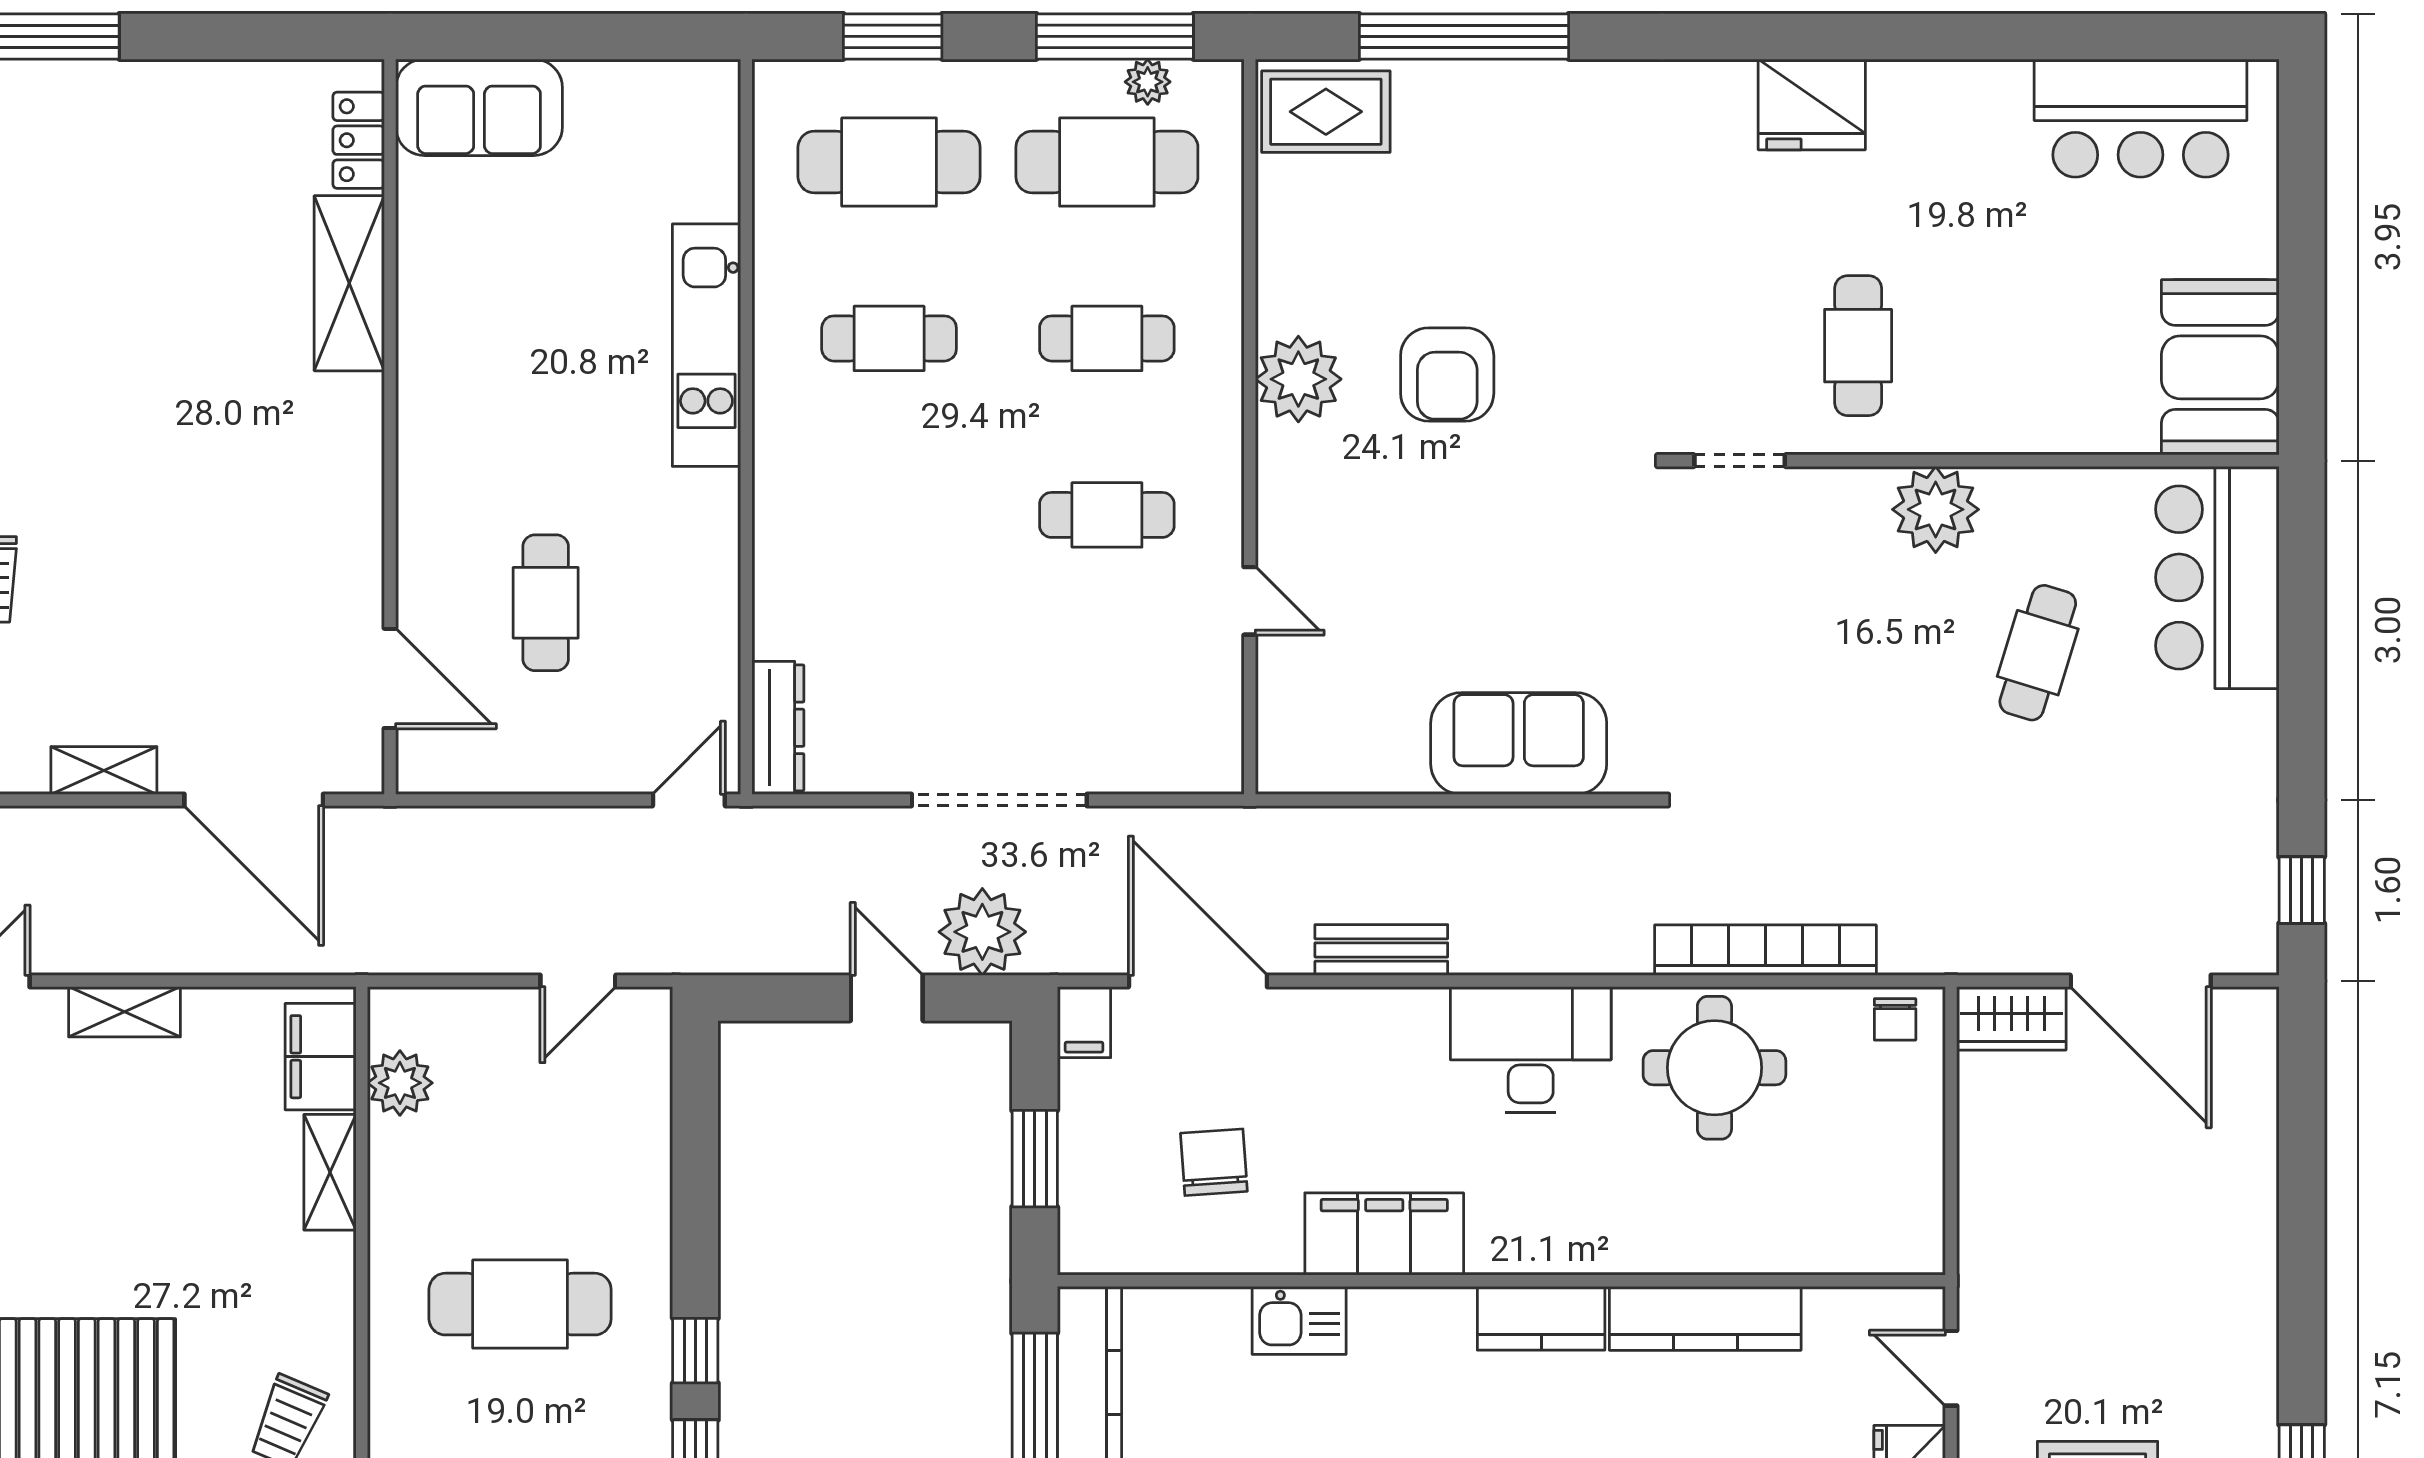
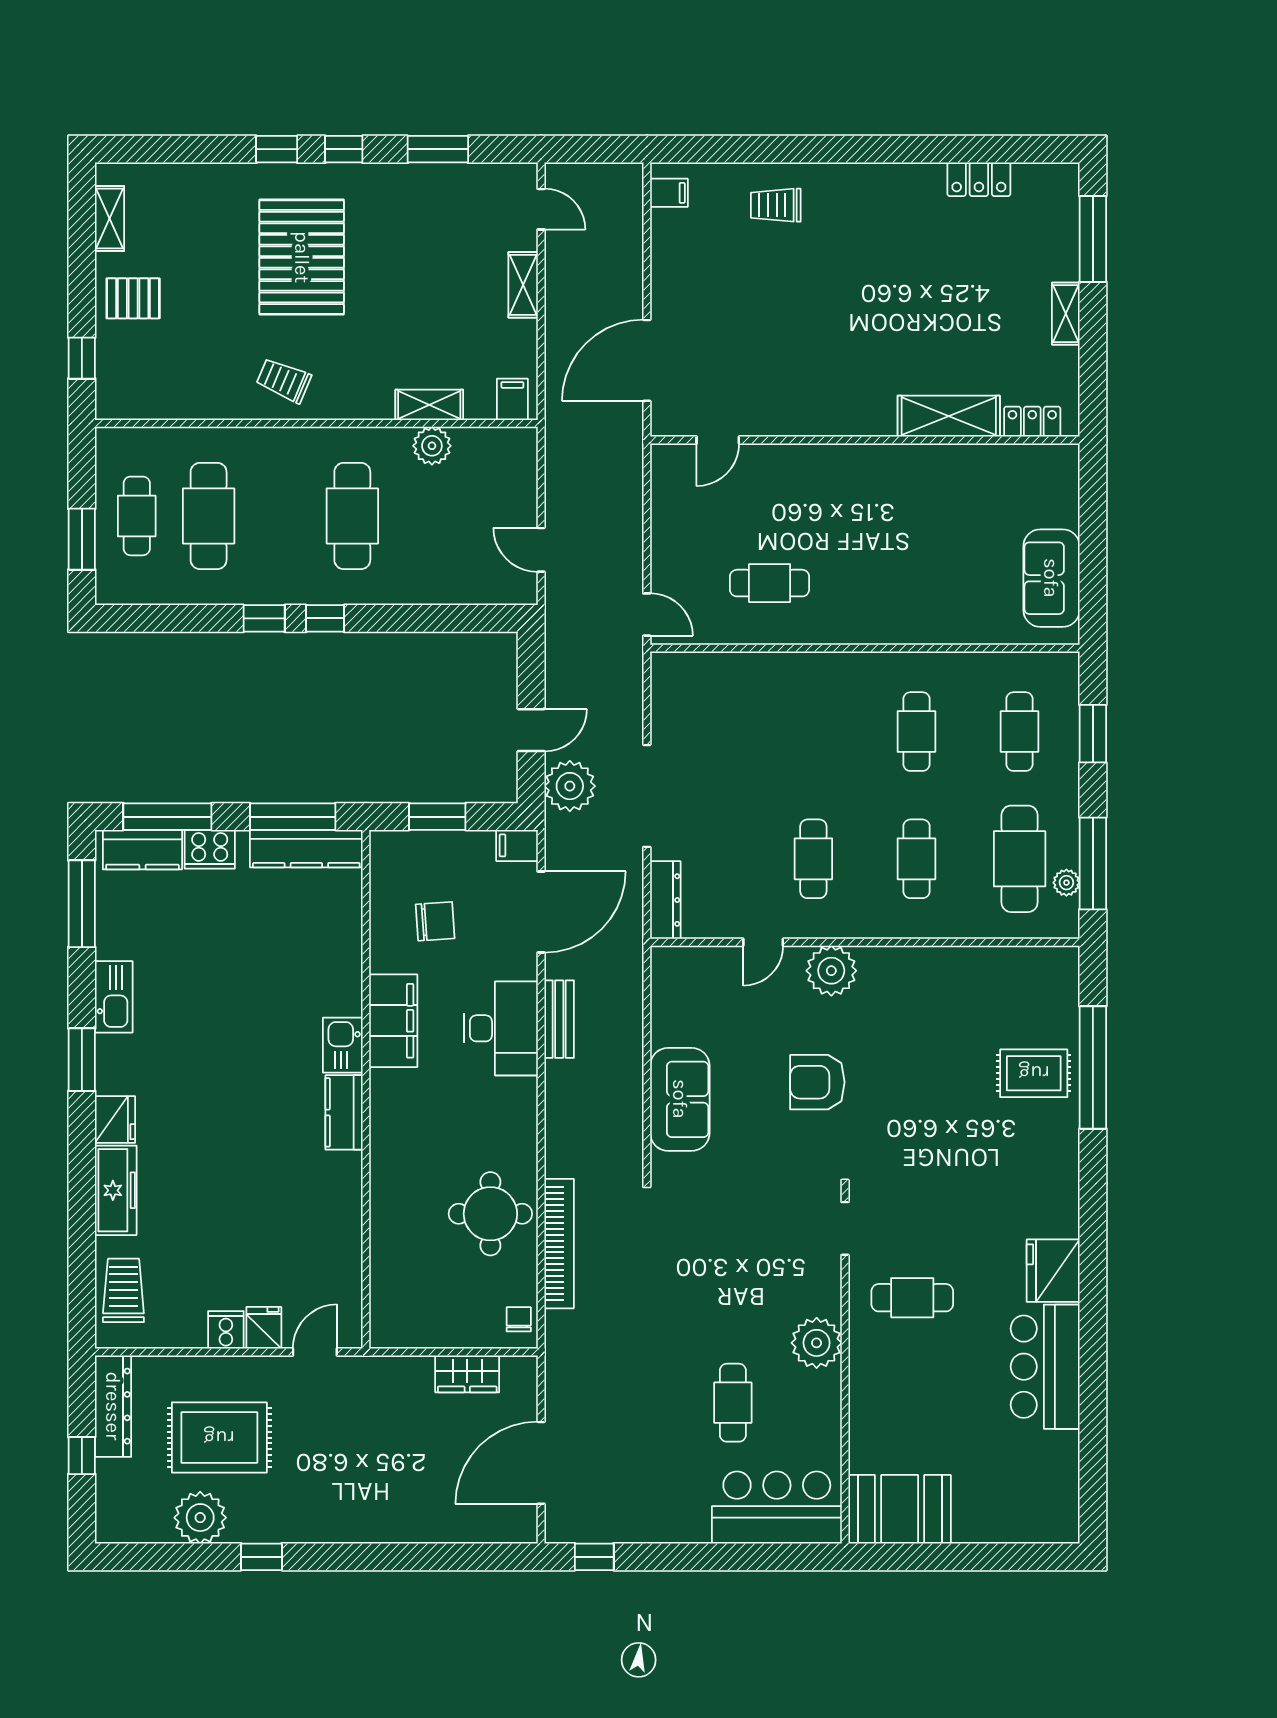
sofa: (479, 107) -> (1051, 578), moved
rug: (1326, 112) -> (1034, 1073), moved, turned 90
bar counter: (2141, 118) -> (1045, 1367), moved
cafe table: (889, 162) -> (1020, 732), width x0.73, depth x0.74
kitchen unit: (706, 345) -> (913, 625), removed
armchair: (1447, 374) -> (817, 1082), moved
plant: (1298, 379) -> (831, 971), moved
cafe table: (546, 603) -> (770, 583), moved
cafe table: (2038, 653) -> (733, 1403), turned 73
door: (390, 678) -> (718, 440), width x0.73
dresser: (778, 728) -> (665, 900), moved, turned -90
shelving: (104, 770) -> (1066, 314), moved
wardrobe: (2011, 1018) -> (467, 1374), moved, turned -90
chair: (1895, 1019) -> (519, 1319), turned 90
desk: (1531, 1050) -> (501, 1028), moved
filing cabinet: (321, 1057) -> (512, 399), width x0.50
plant: (400, 1083) -> (432, 446), moved
kitchen counter: (1705, 1318) -> (344, 1208), removed
kitchen sink: (1299, 1320) -> (343, 1045), moved

